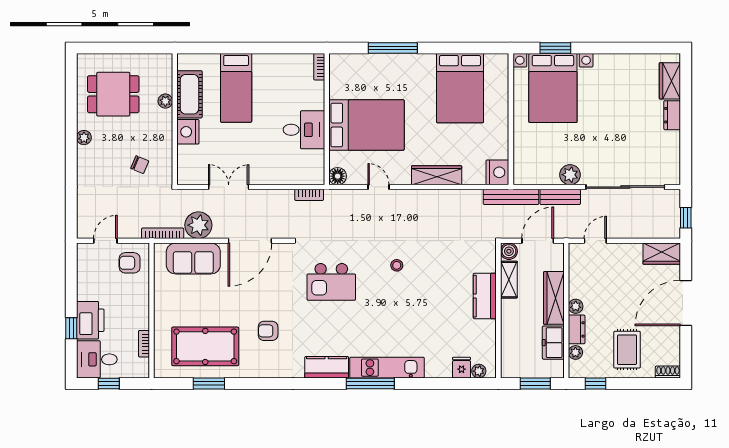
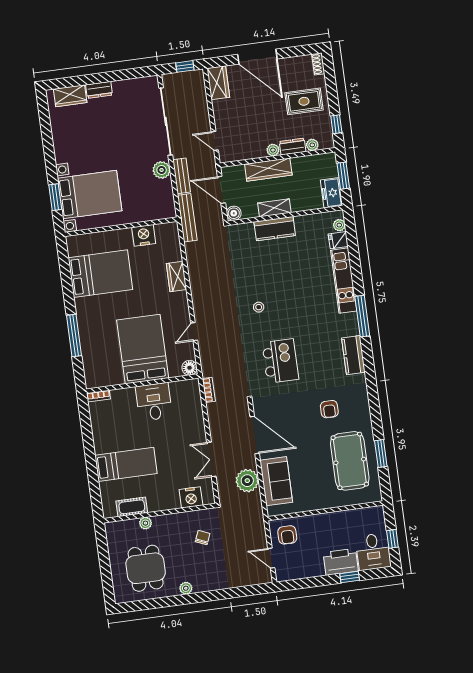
cot: (189, 94) -> (132, 507), width x0.73, depth x0.75
nightstand: (188, 132) -> (191, 497), moved
nightstand: (497, 172) -> (144, 235), moved
wardrobe: (437, 175) -> (176, 277), width x0.67
bookcase: (163, 233) -> (258, 510), removed
shelving: (509, 280) -> (274, 208), moved
freezer: (553, 343) -> (332, 193), moved, turned 90
bookcase: (144, 344) -> (354, 513), removed
kitchen unit: (387, 368) -> (344, 281), moved

